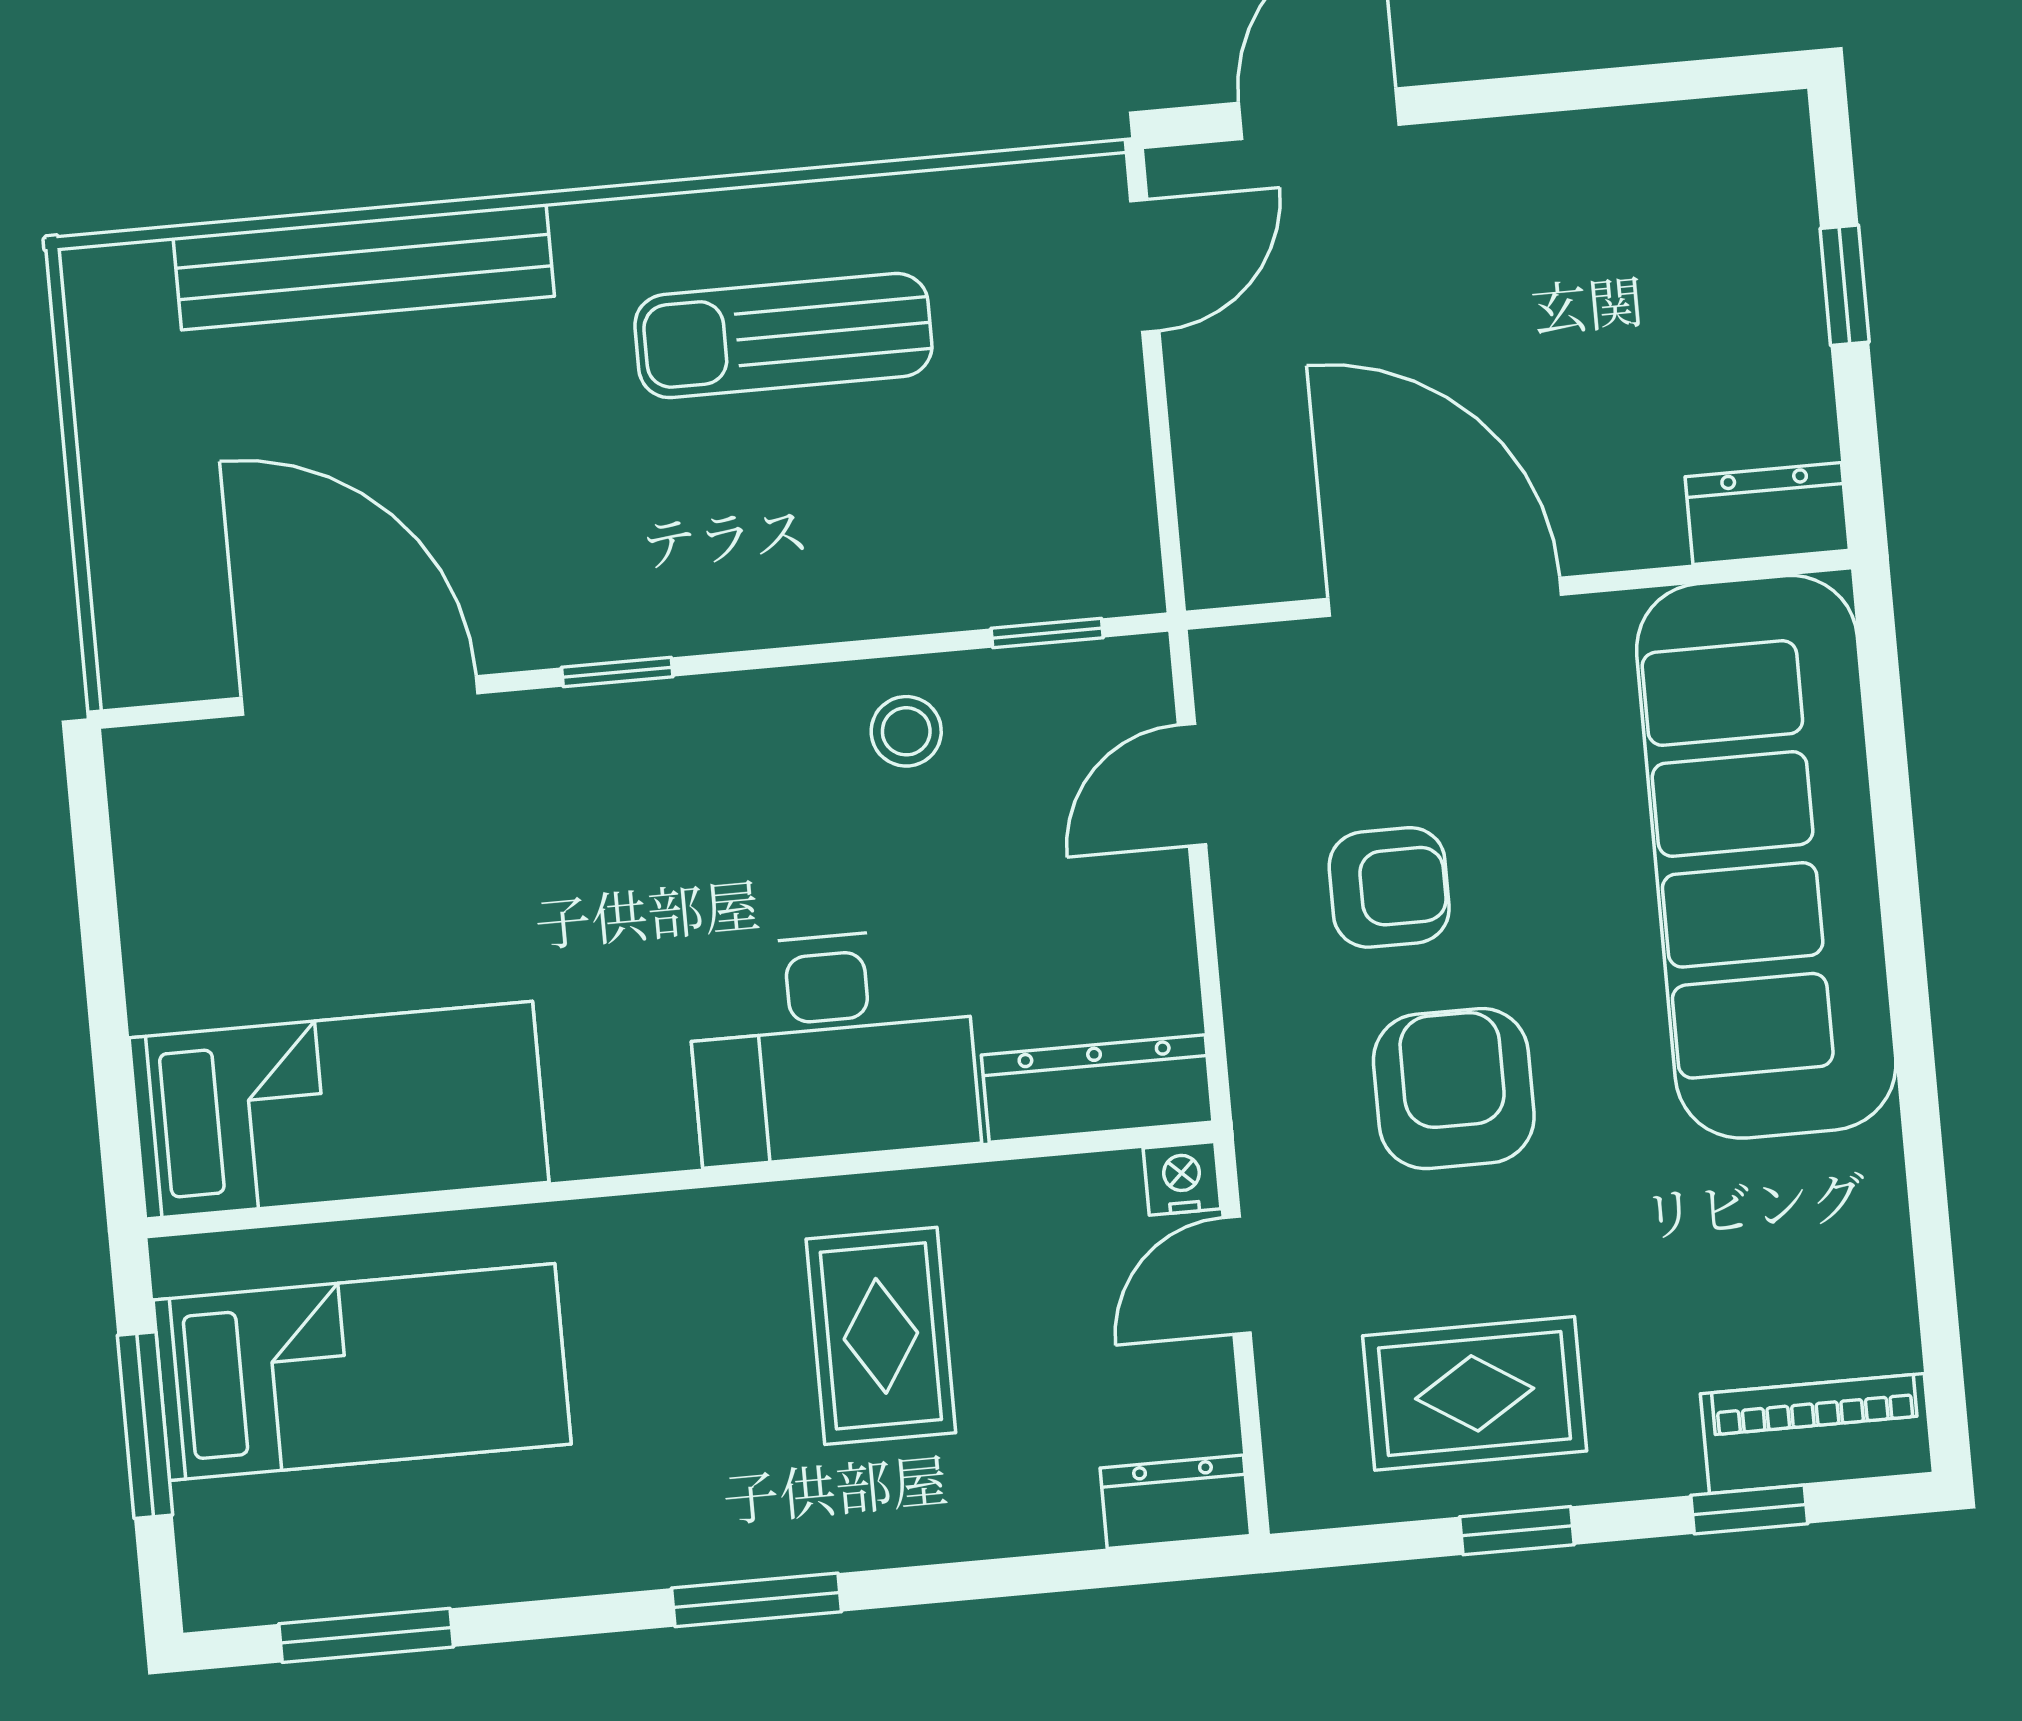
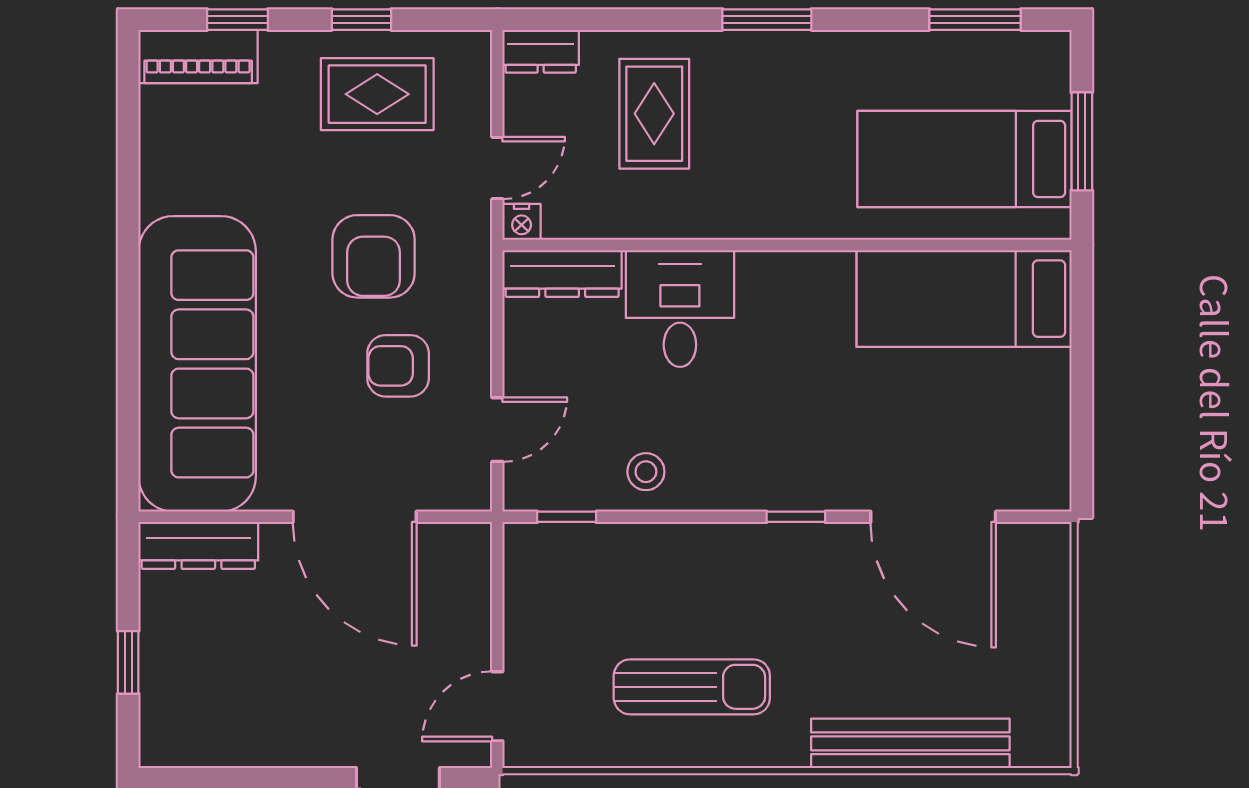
dresser: (1767, 513) -> (198, 545), width x1.44
desk: (832, 1046) -> (680, 309), width x0.73
rug: (881, 1336) -> (654, 114), moved

